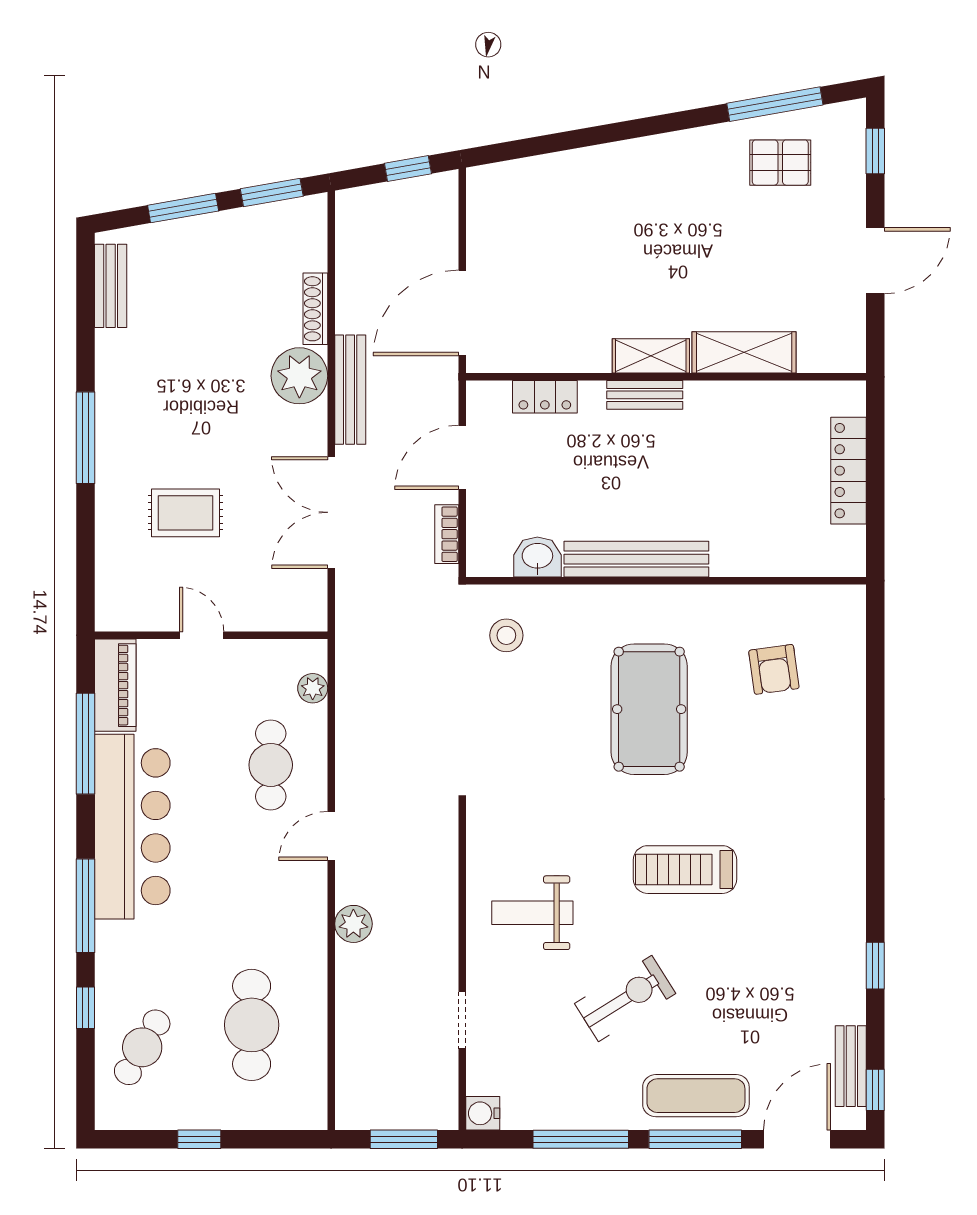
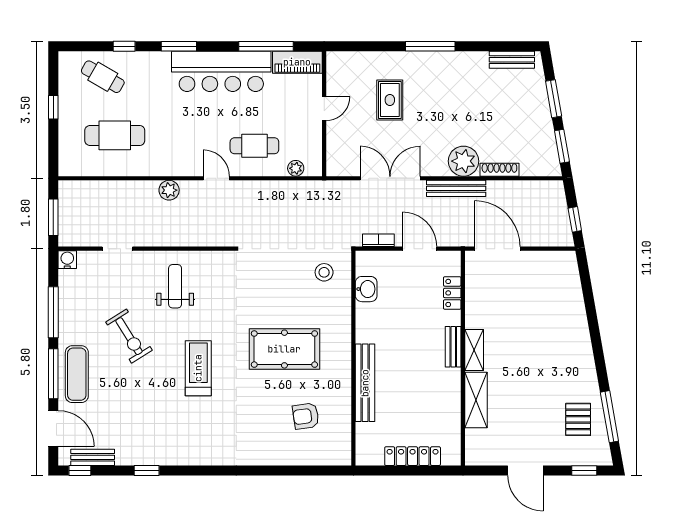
bench: (636, 559) -> (365, 383), moved
window: (86, 906) -> (179, 46), width x0.69

